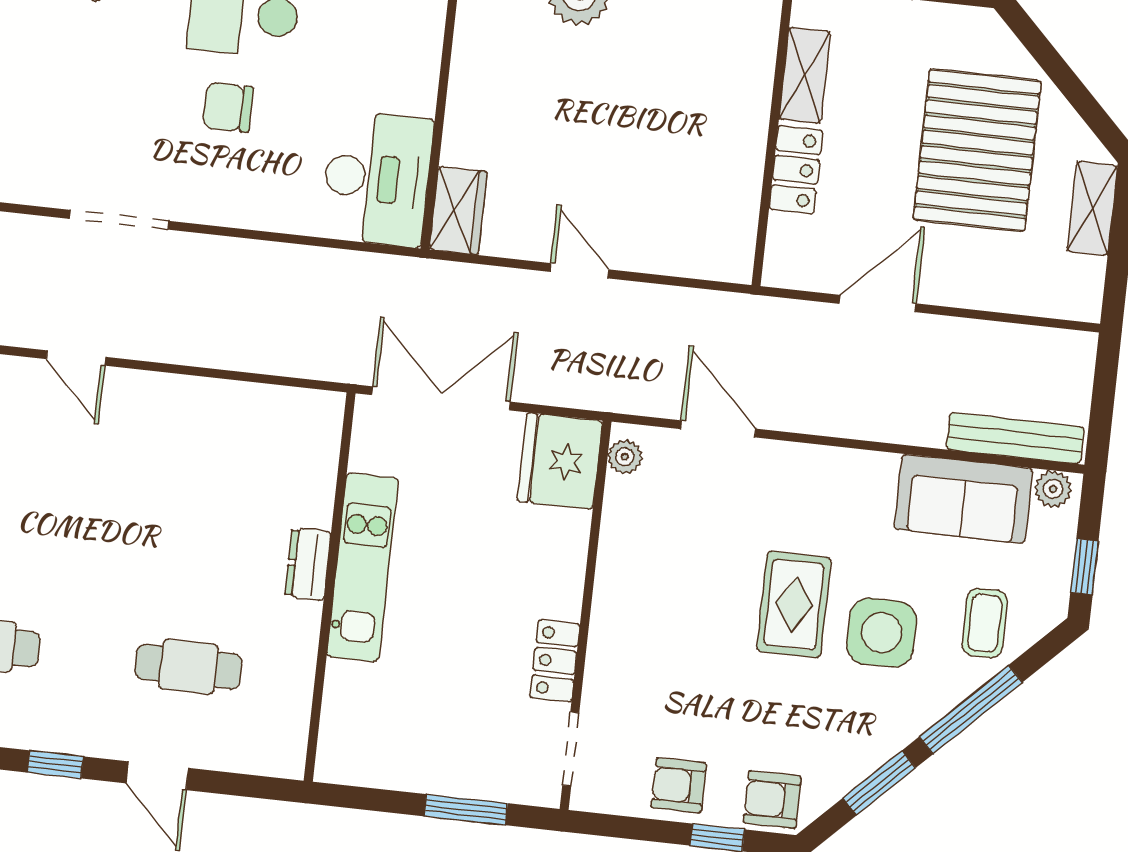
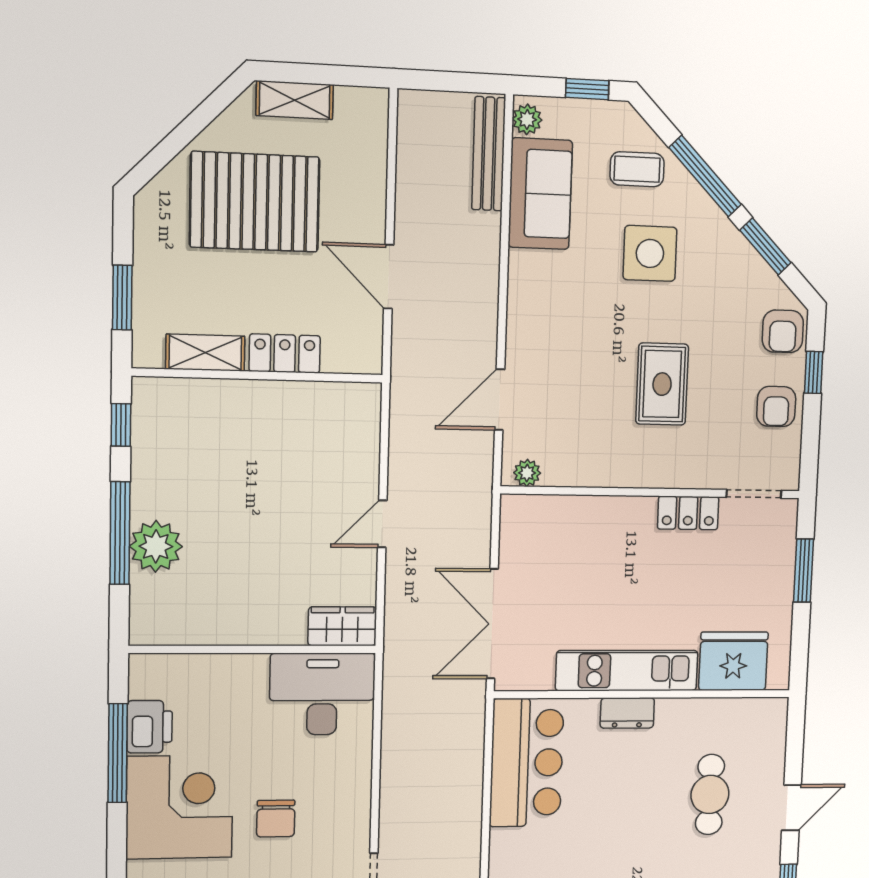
bar counter: (260, 429) -> (527, 763), added
fridge: (560, 461) -> (733, 661), moved, turned 180
rug: (794, 605) -> (662, 384), moved, turned 90

